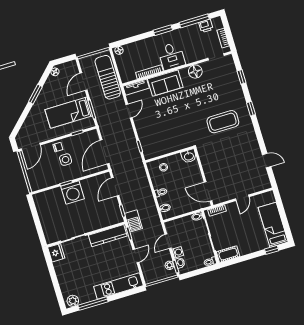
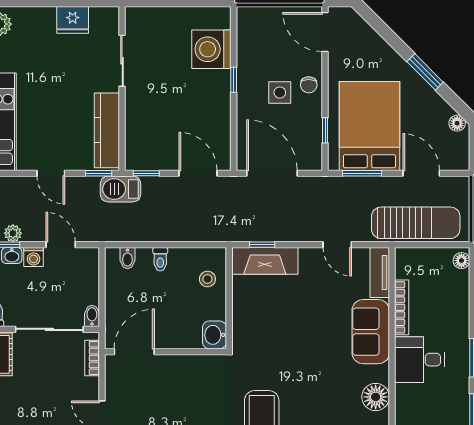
bed: (69, 113) -> (370, 126), width x1.50
fireplace: (147, 143) -> (265, 261), added
washing machine: (72, 193) -> (211, 49), moved
fridge: (56, 253) -> (73, 20), moved

